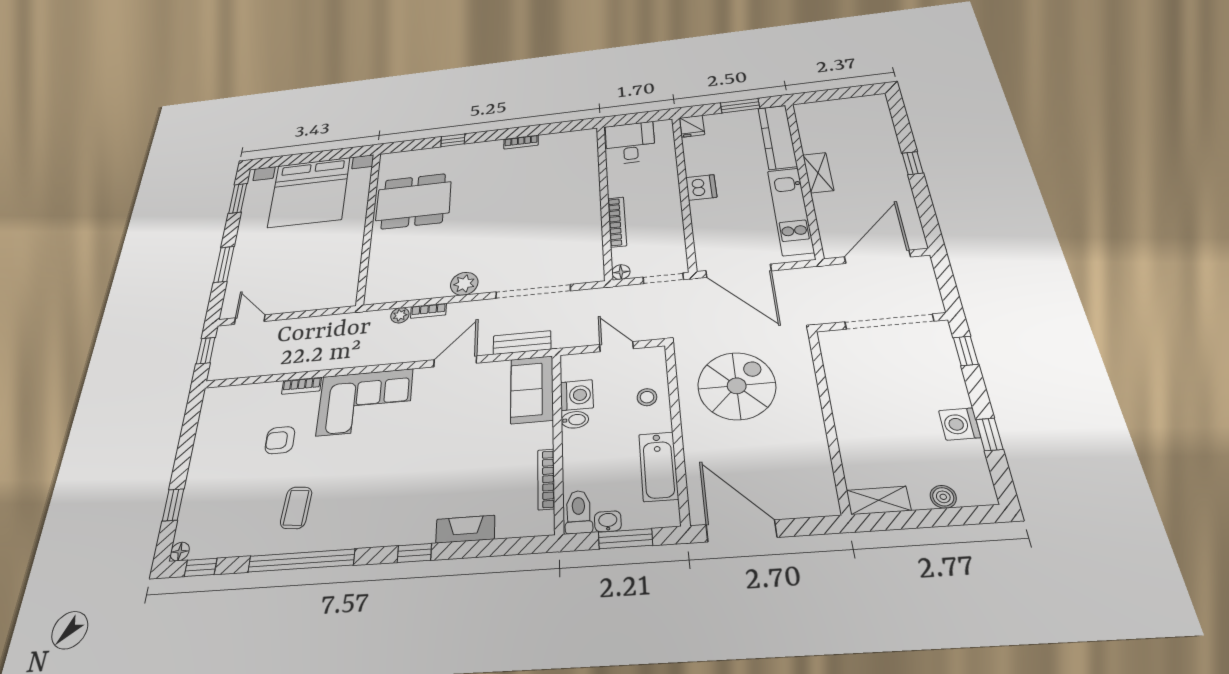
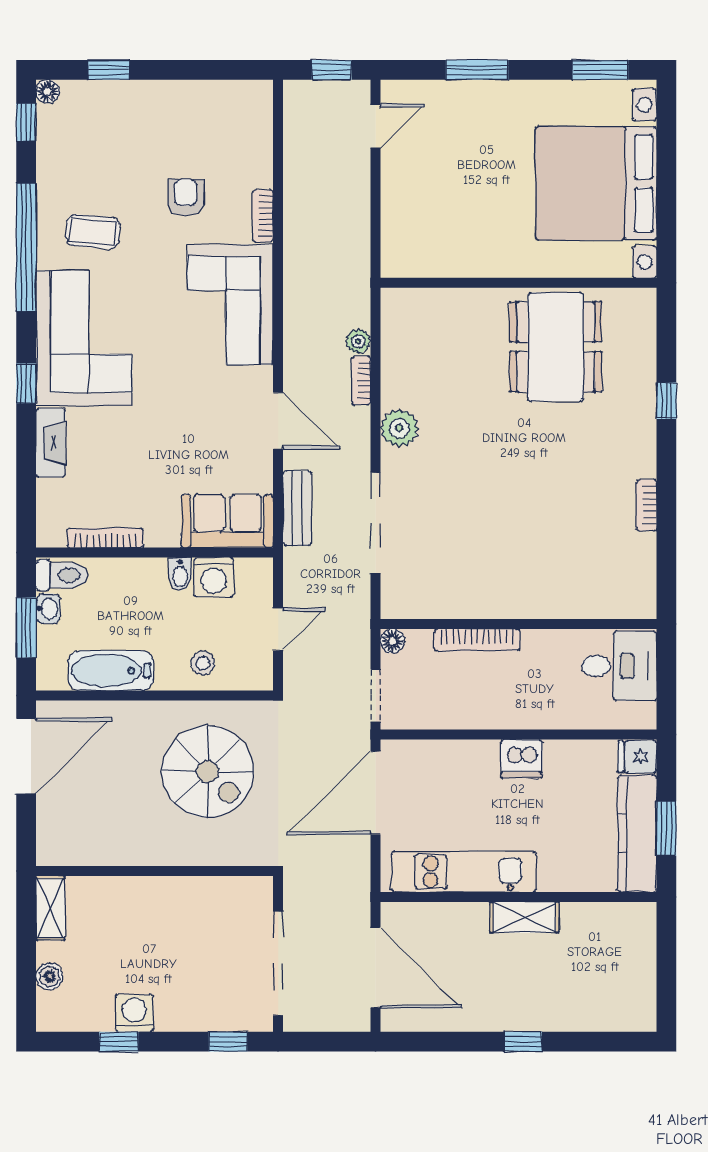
kitchen counter: (777, 137) -> (637, 834), moved, turned -90
corner sofa: (381, 508) -> (84, 338), added

